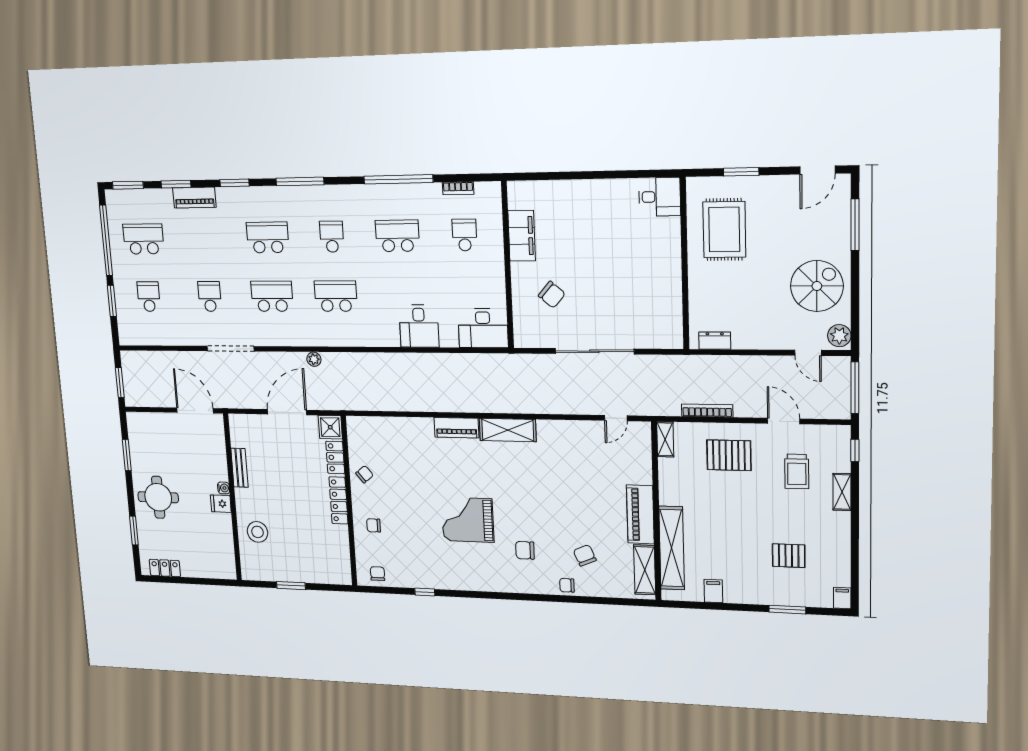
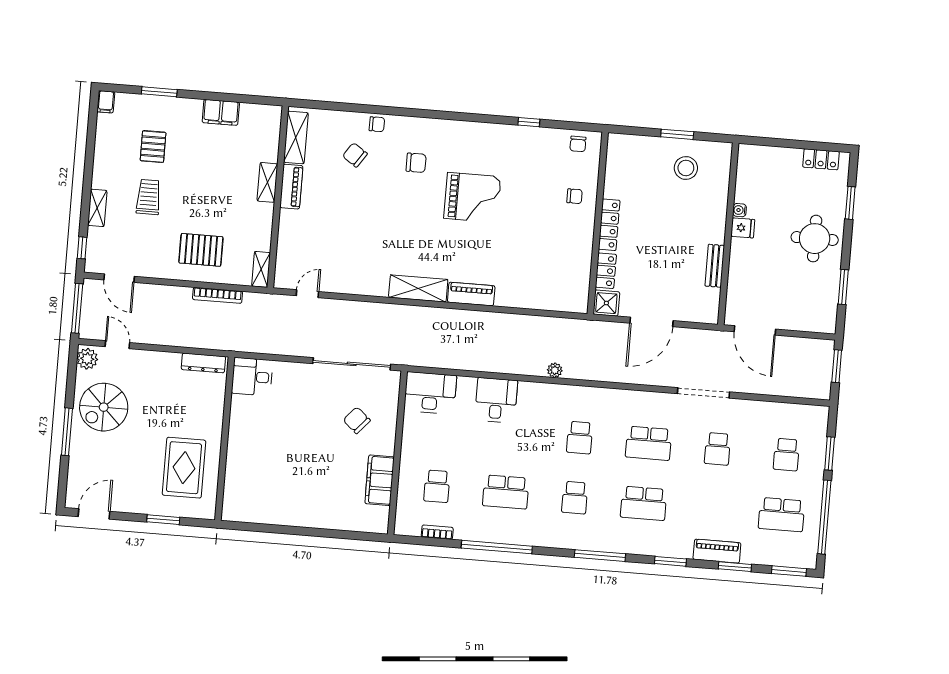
desk: (660, 197) -> (252, 377), moved
window: (855, 225) -> (67, 432), moved
school desk: (336, 296) -> (580, 438), width x0.54
dresser: (715, 341) -> (203, 363), width x1.44
sliding door: (594, 351) -> (352, 364), moved
plant: (314, 359) -> (555, 370), moved
door: (784, 421) -> (119, 278), moved
trolley: (797, 471) -> (148, 197), moved
chair: (365, 474) -> (576, 251), removed
water cooler: (224, 488) -> (740, 210), moved
piano: (640, 514) -> (291, 187), width x0.73, depth x0.75
stool: (257, 532) -> (686, 168), moved
shelving: (672, 548) -> (267, 182), width x0.45, depth x0.75
chair: (585, 555) -> (355, 155), turned 147
pallet: (789, 556) -> (153, 147), turned 90
filing cabinet: (713, 591) -> (221, 112), width x2.00

